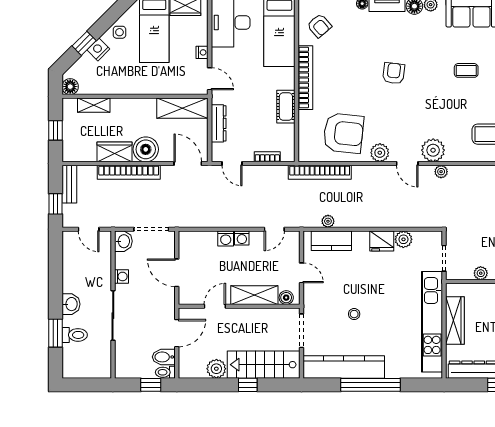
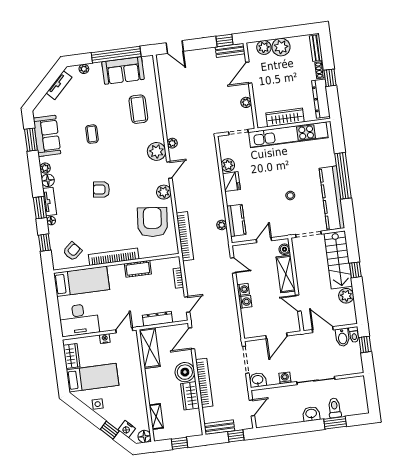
nightstand: (98, 49) -> (127, 429), moved

